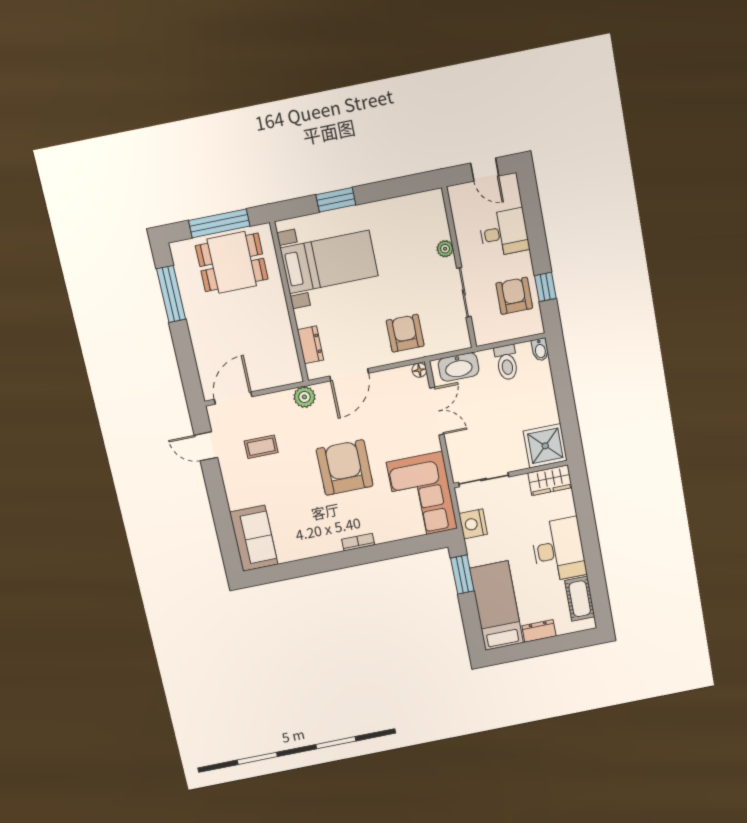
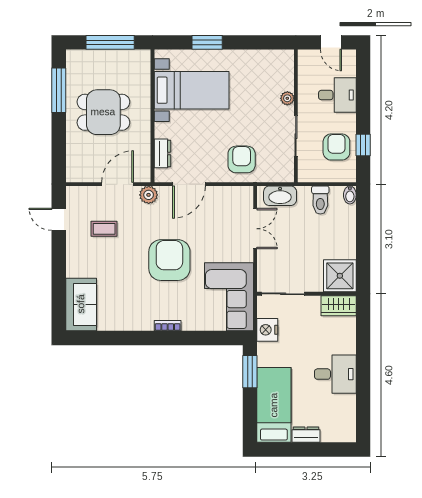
dining table: (232, 262) -> (103, 112), moved
floor lamp: (419, 370) -> (247, 192), removed
door: (233, 398) -> (118, 184), moved
desk: (559, 550) -> (335, 374), width x0.73
cot: (580, 599) -> (346, 413), removed

